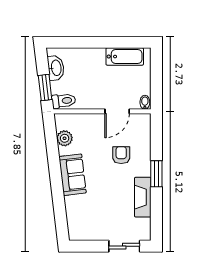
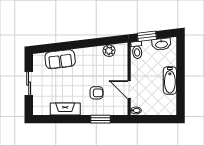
bathtub: (125, 57) -> (170, 80), moved
window: (156, 174) -> (100, 119), moved
sofa: (73, 175) -> (60, 59), moved
sliding door: (124, 246) -> (29, 84), moved

